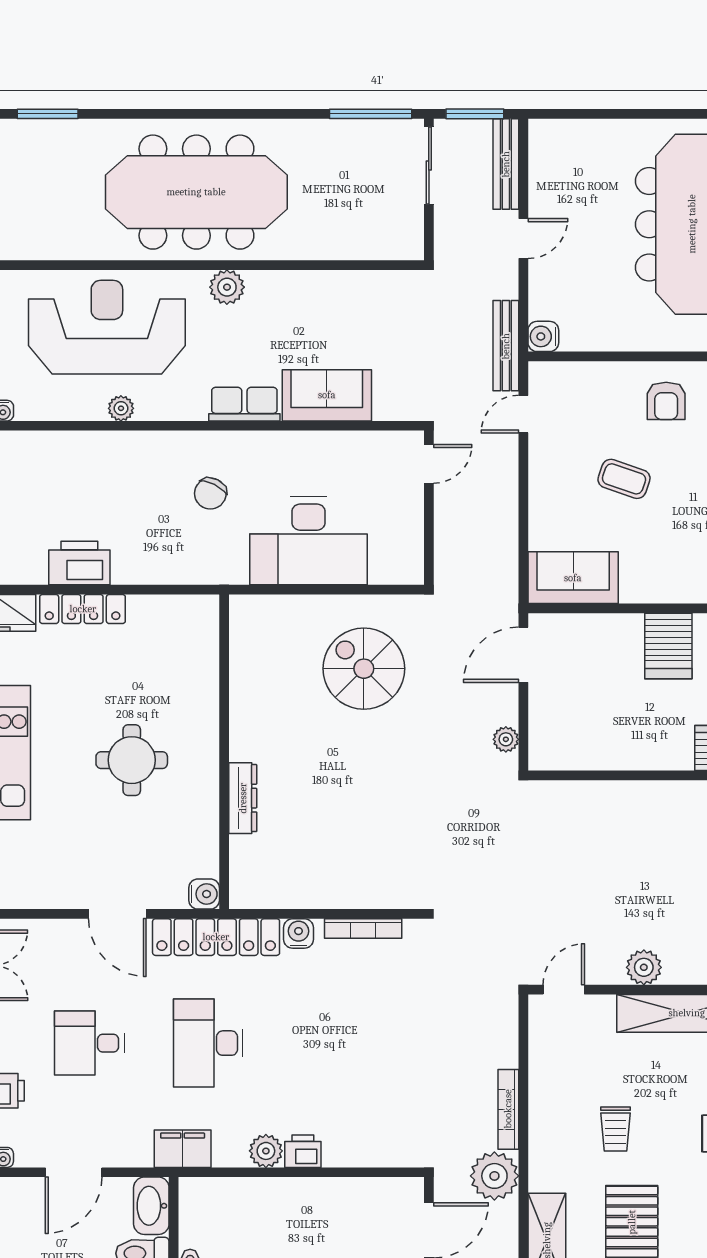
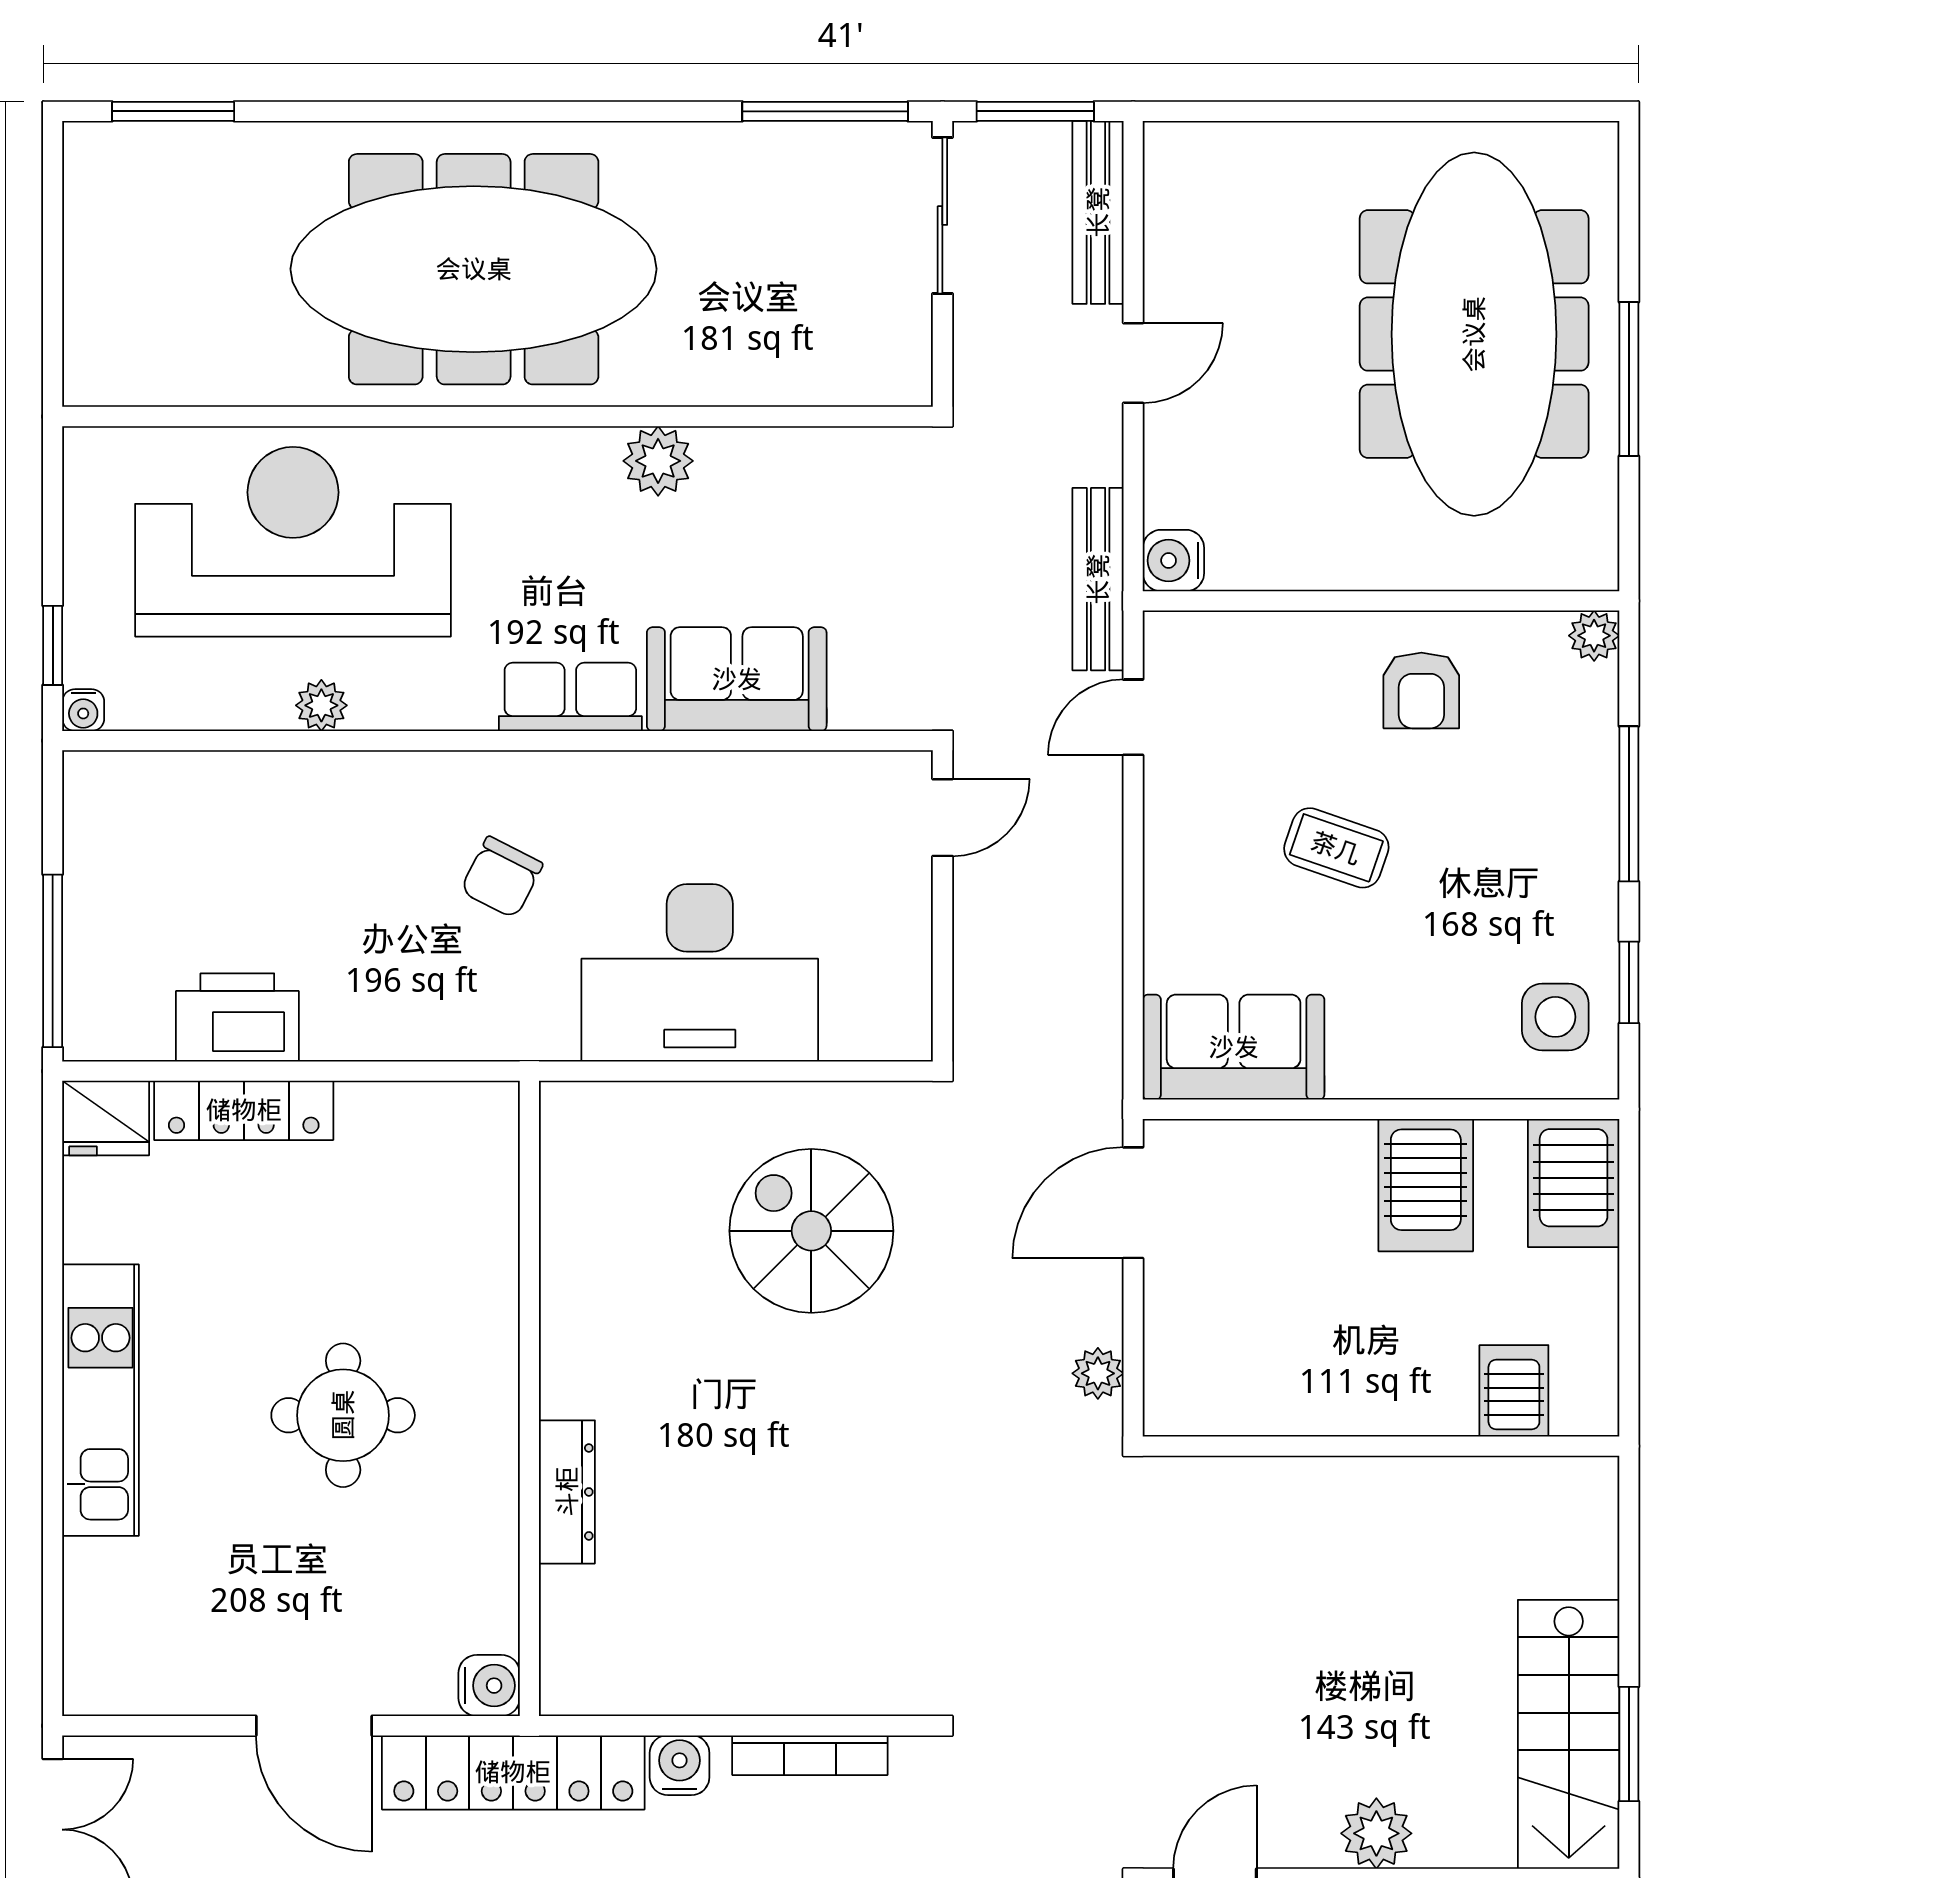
plant: (227, 287) -> (658, 461), moved

